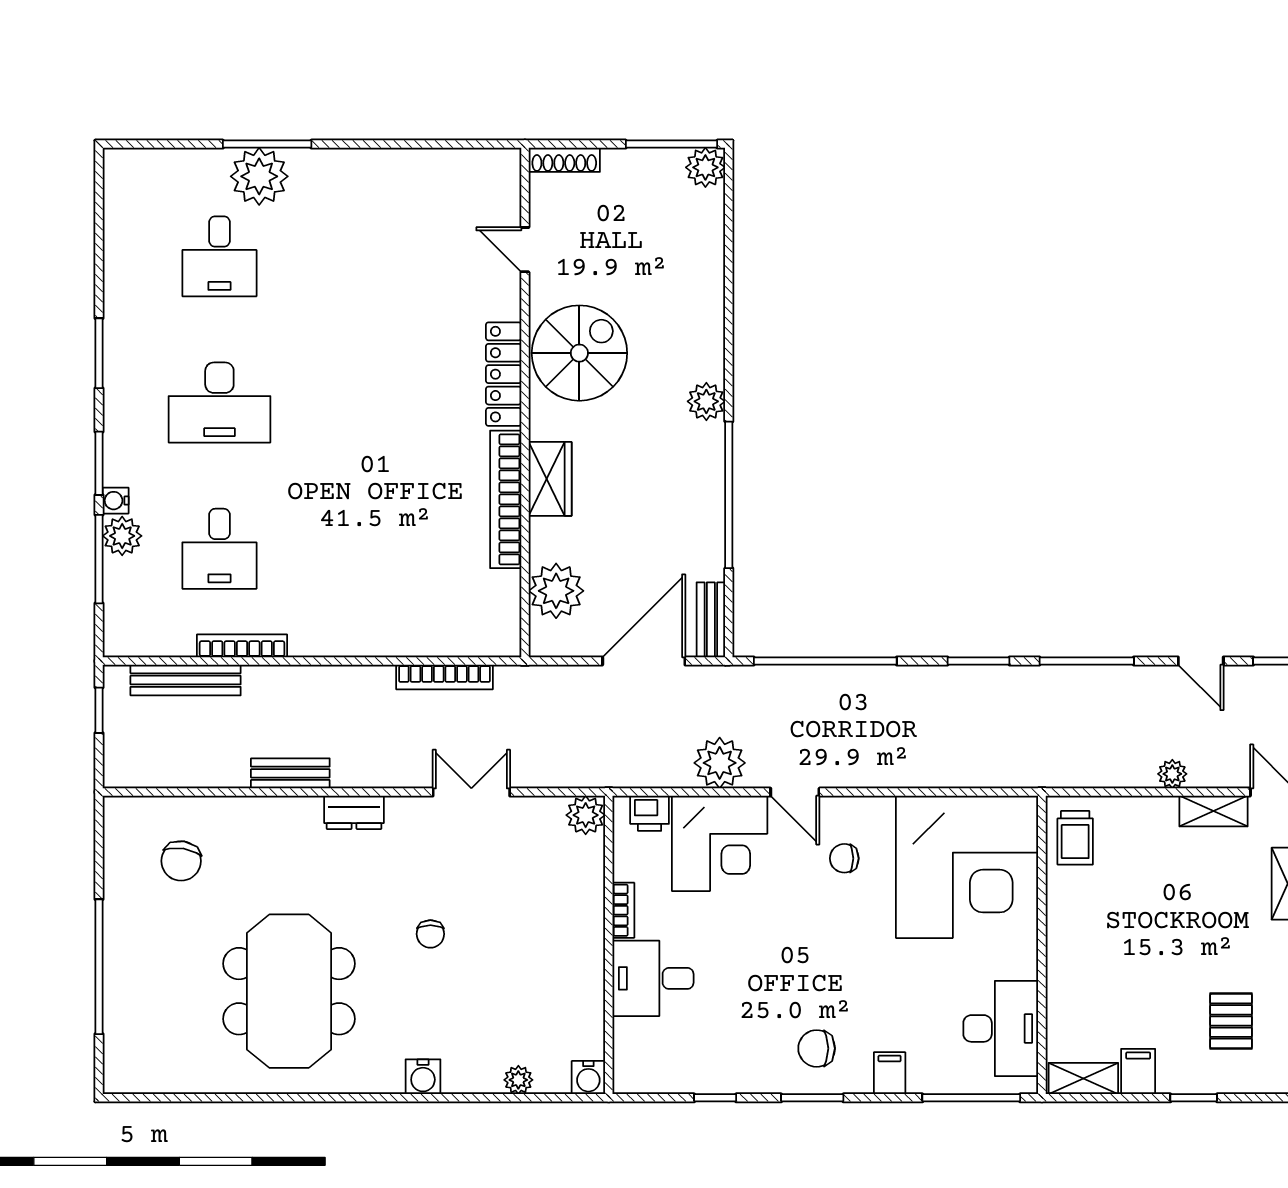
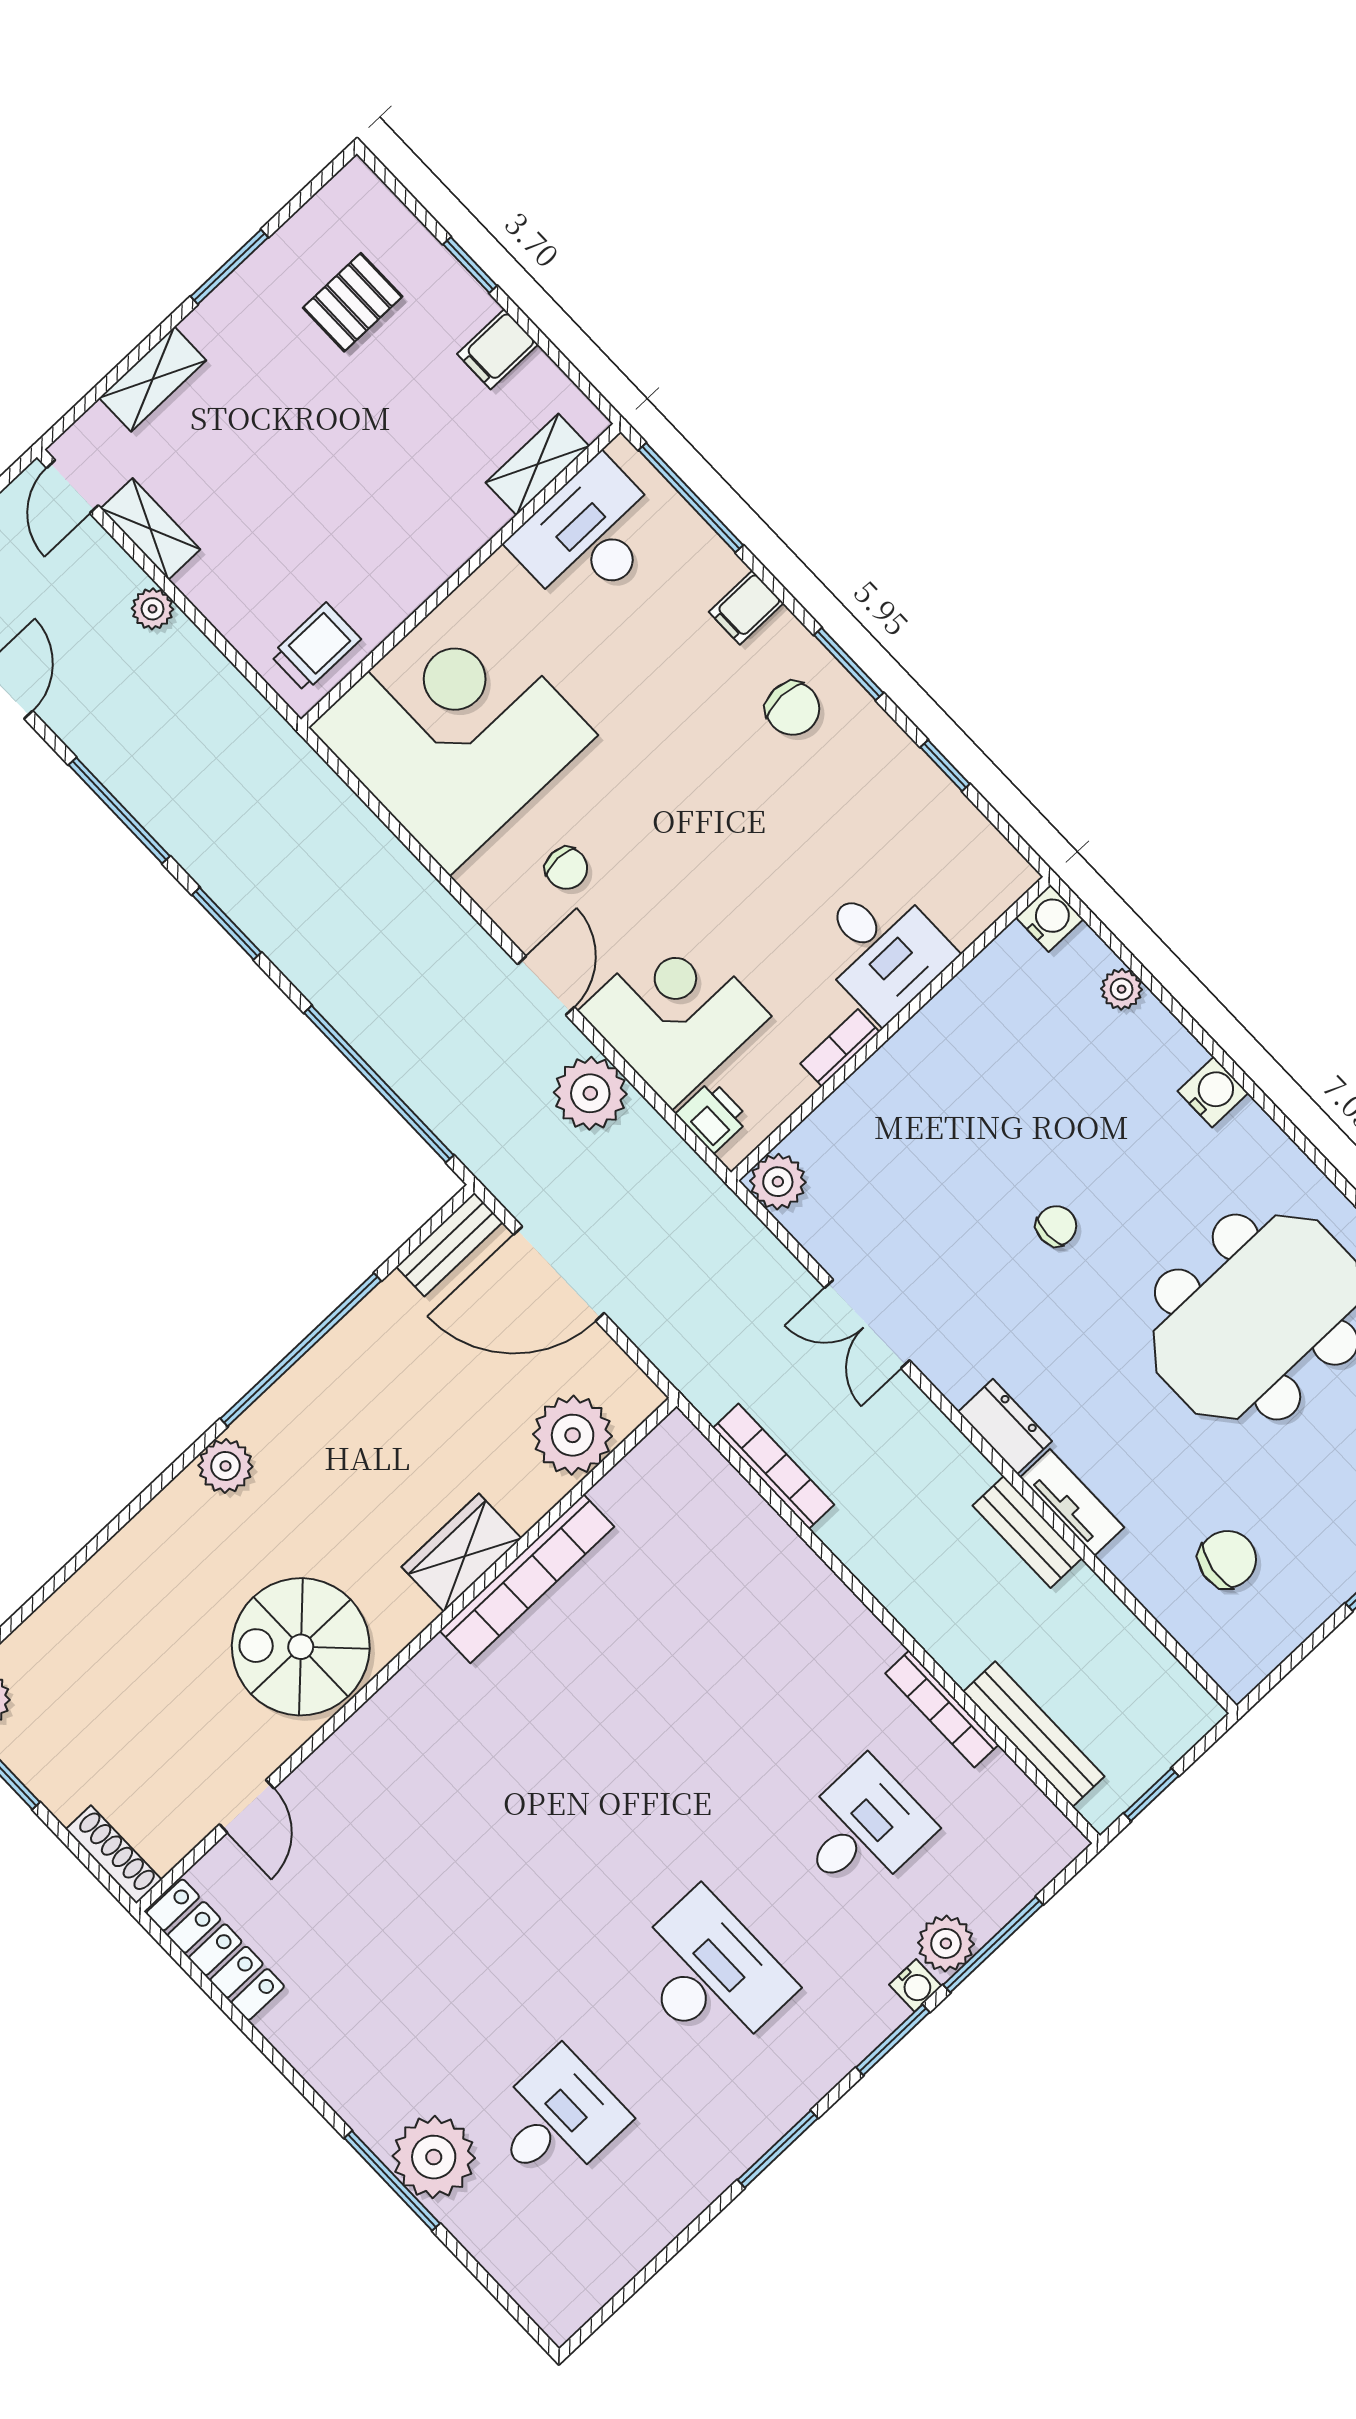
locker: (504, 374) -> (215, 1950), moved, turned -90
tv unit: (284, 810) -> (1072, 1502), added
shelving: (1083, 1079) -> (537, 464), moved, turned 90

